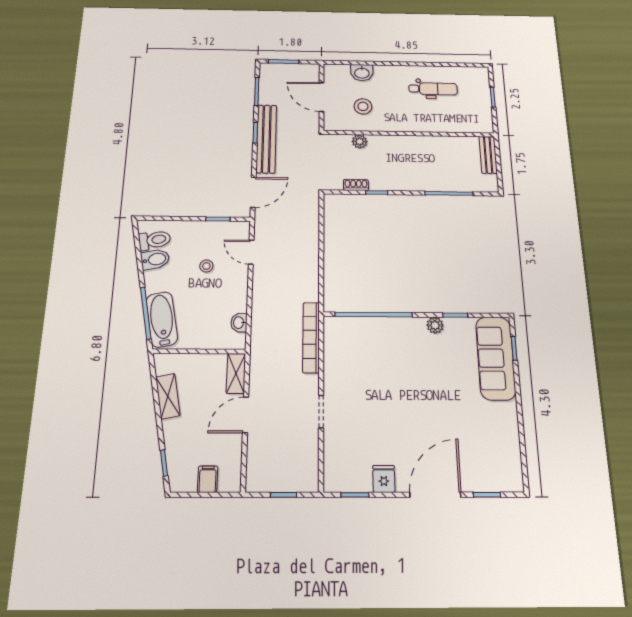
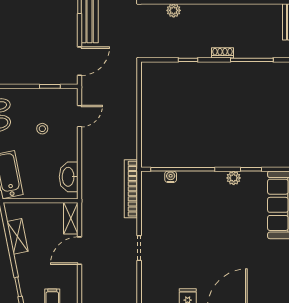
shoe rack: (356, 185) -> (222, 53), moved
door: (251, 252) -> (80, 116), swing flipped
washbasin: (239, 323) -> (69, 177), width x1.91, depth x1.45
water cooler: (359, 323) -> (171, 177), added

